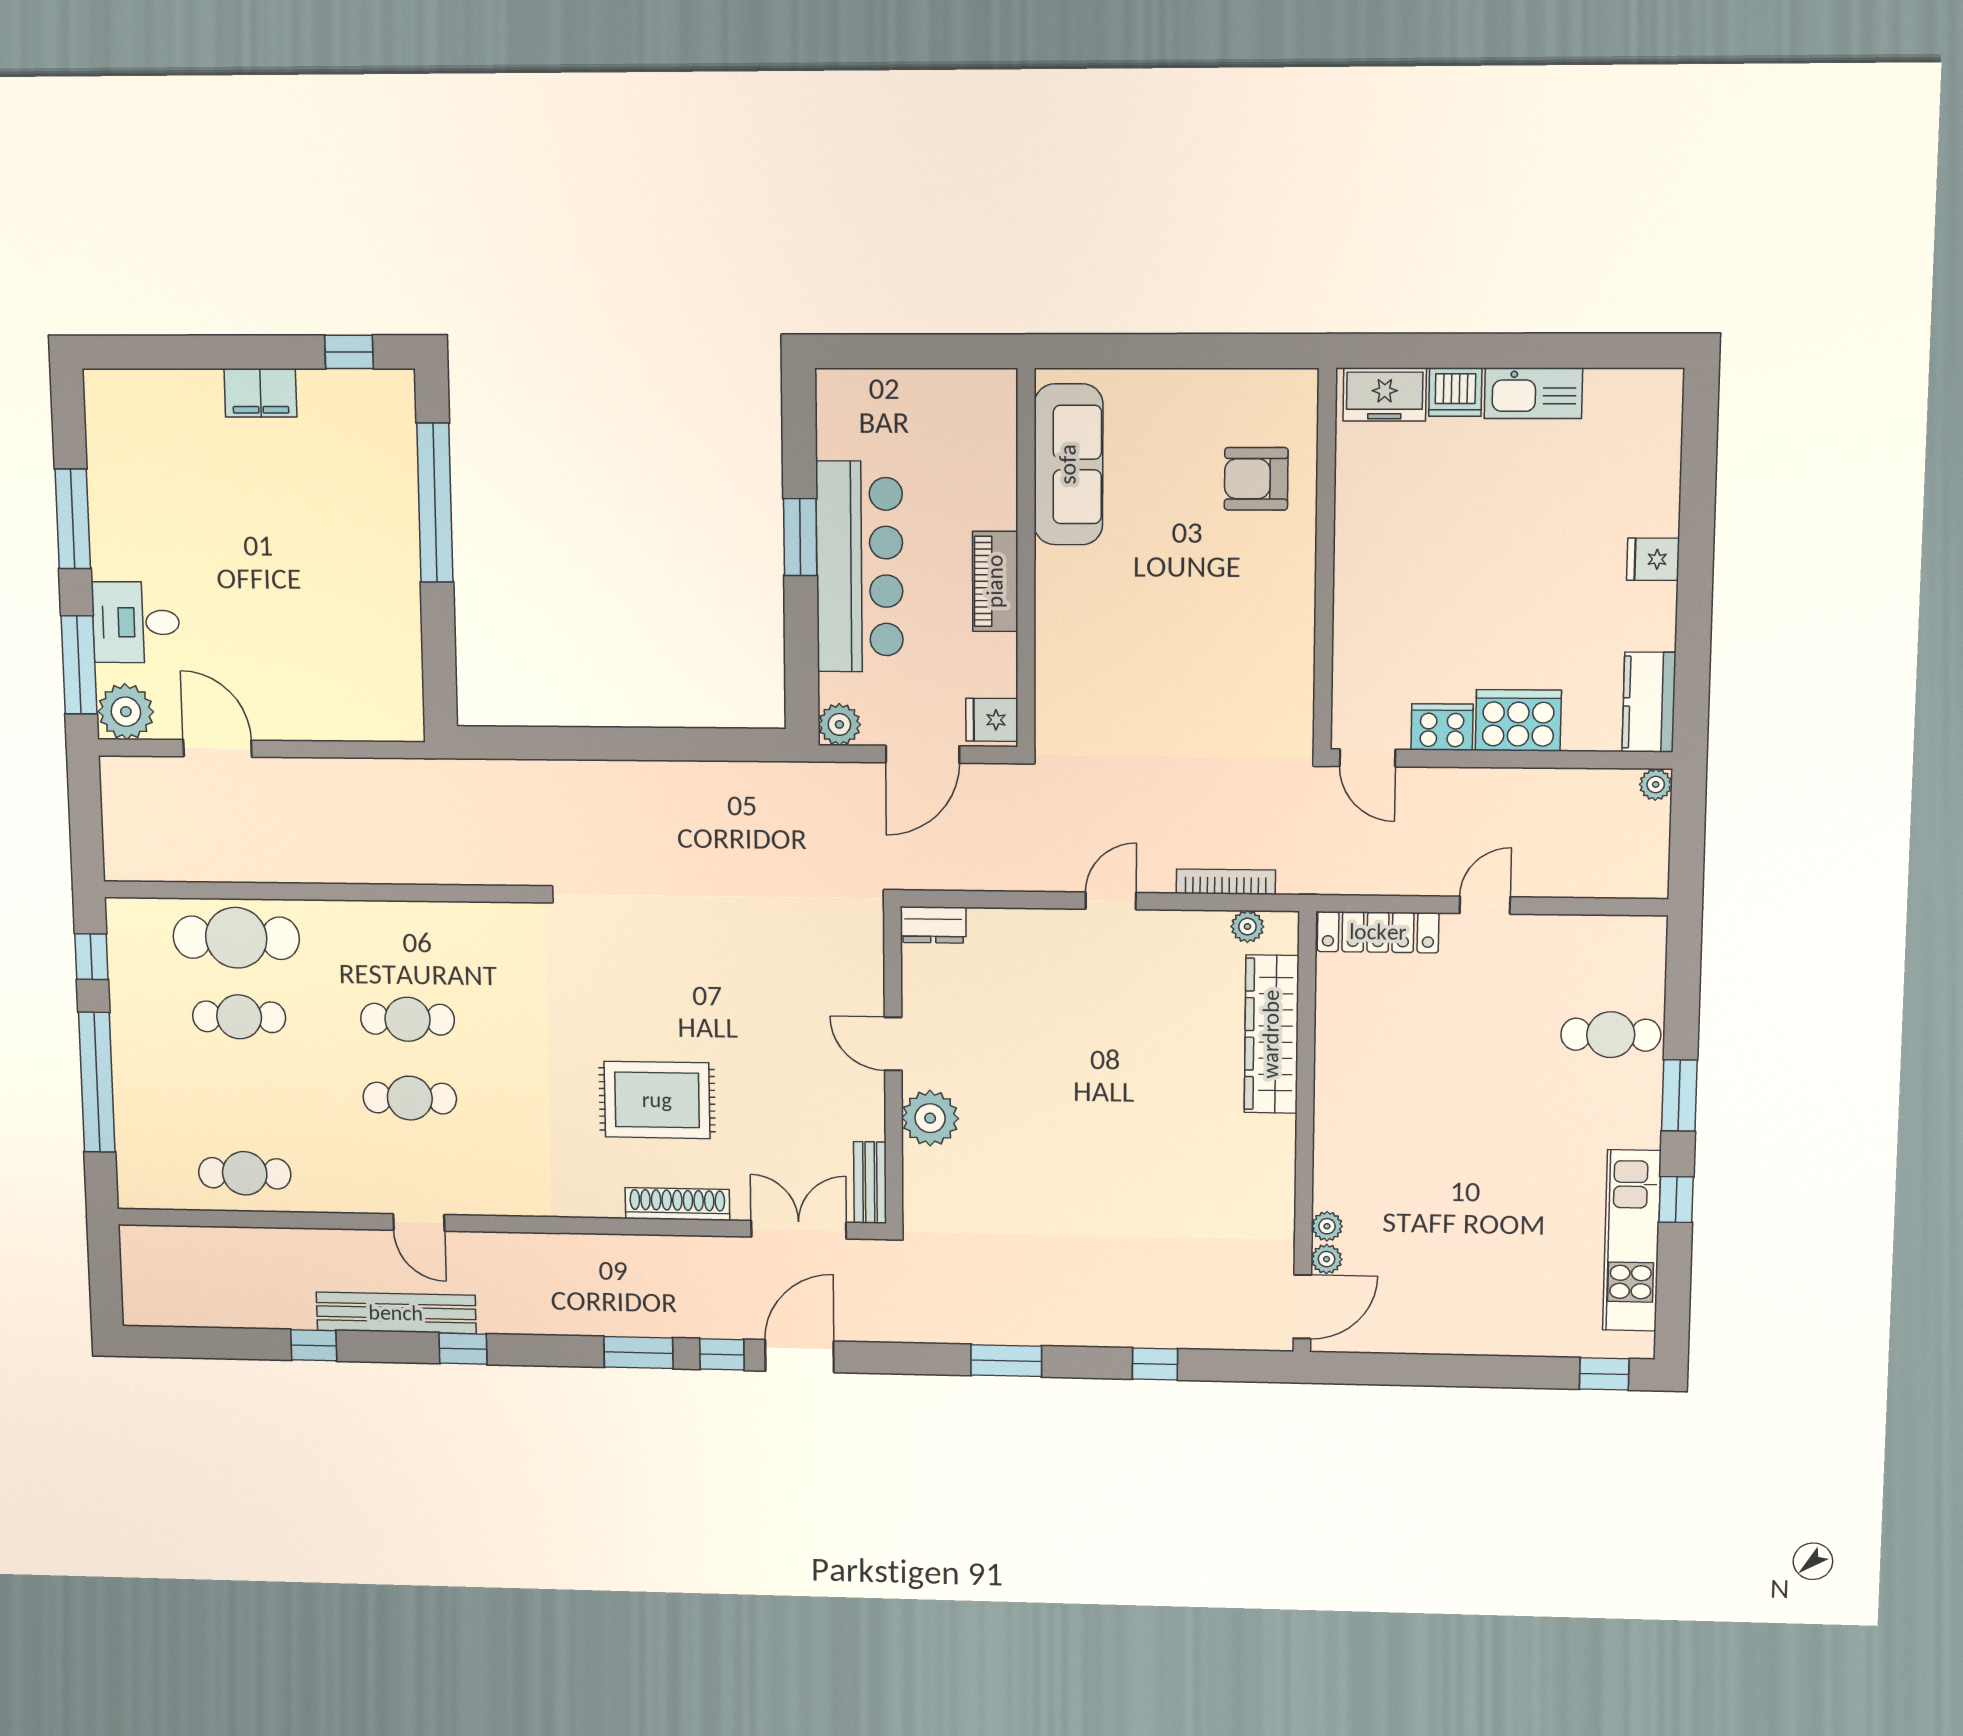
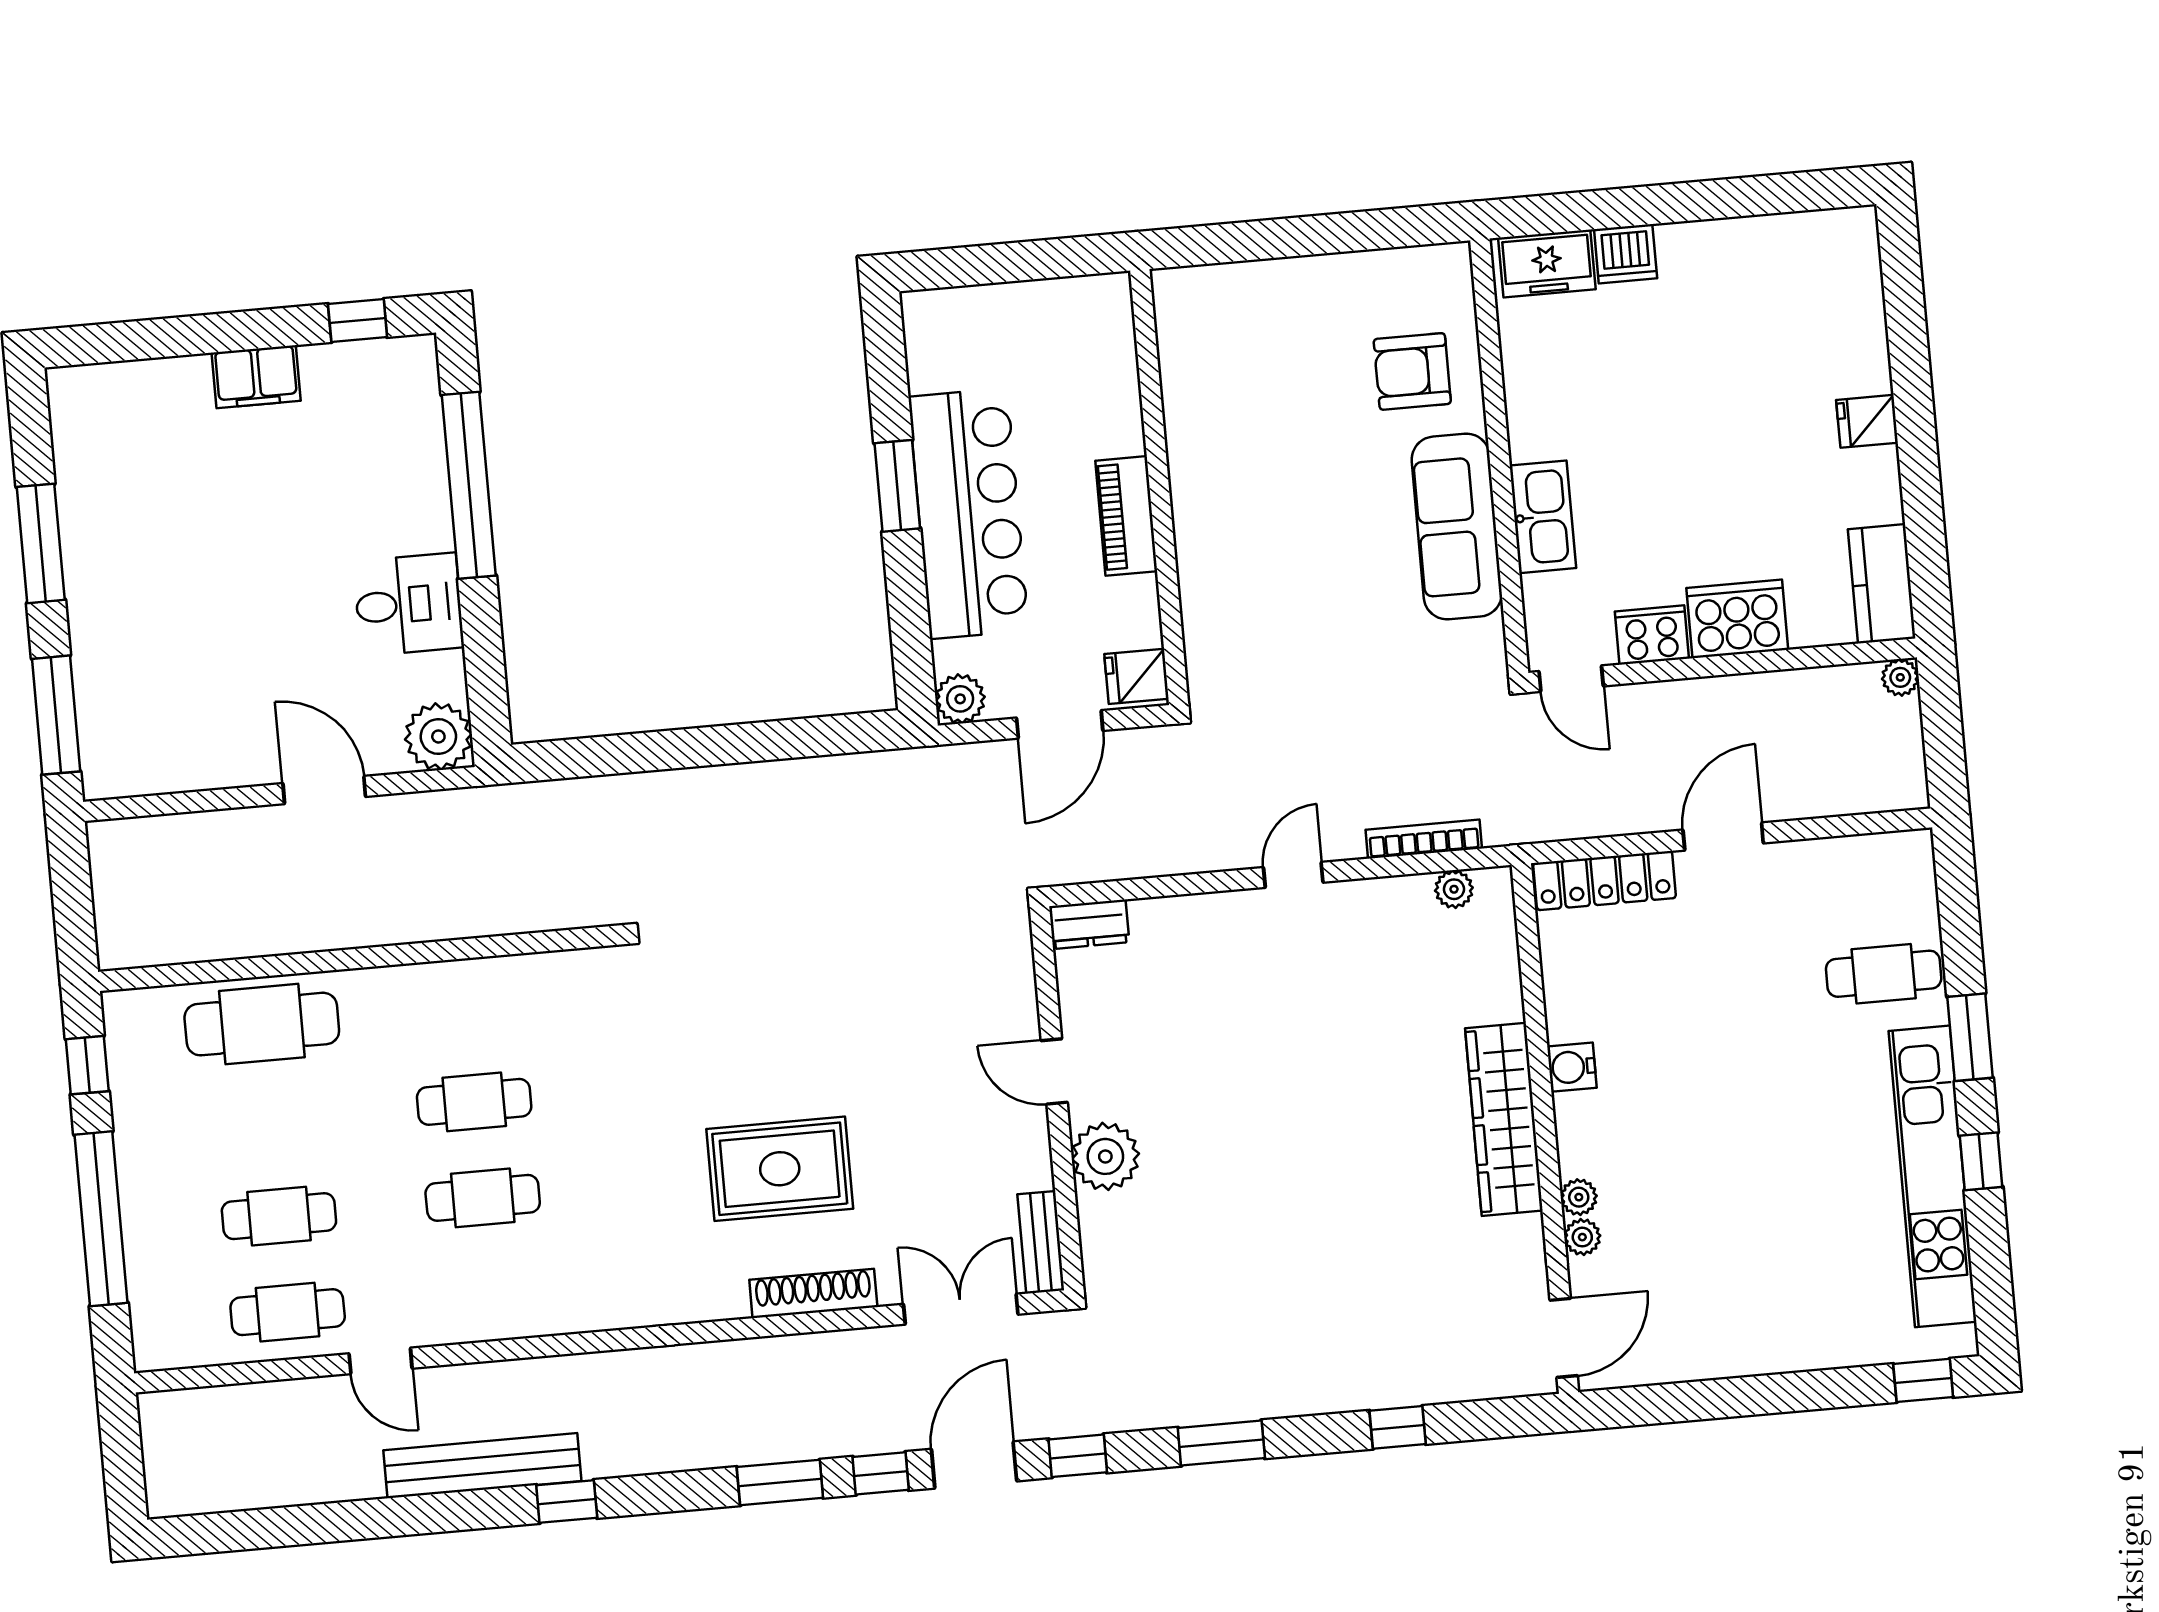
kitchen sink: (1533, 393) -> (1543, 517), moved, turned -90
sofa: (1068, 464) -> (1457, 527), moved, turned 180
desk: (136, 622) -> (408, 604), moved, turned 180
plant: (126, 712) -> (438, 737), moved
door: (218, 748) -> (324, 790), moved
door: (1485, 905) -> (1723, 836), width x1.38
cafe table: (239, 1017) -> (279, 1216), moved
wardrobe: (1271, 1034) -> (1504, 1119), moved
water cooler: (1333, 1085) -> (1572, 1067), added
door: (419, 1222) -> (381, 1361), moved
kitchen unit: (1632, 1241) -> (1932, 1176), width x1.36
plant: (1327, 1259) -> (1579, 1197), moved
window: (314, 1345) -> (1078, 1456), moved

